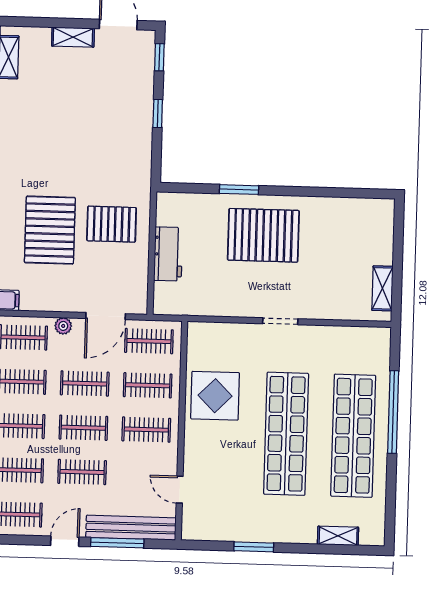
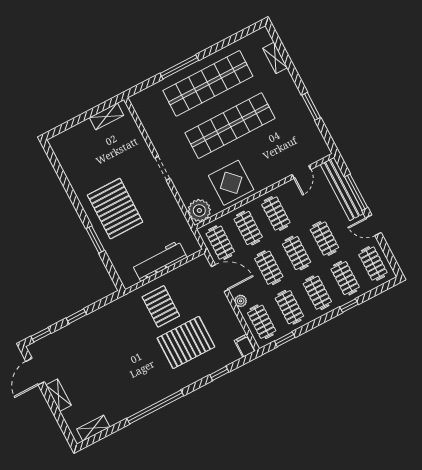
workbench: (168, 254) -> (160, 261), width x1.38
plant: (203, 338) -> (199, 210), added
window: (393, 412) -> (179, 67), width x0.68

